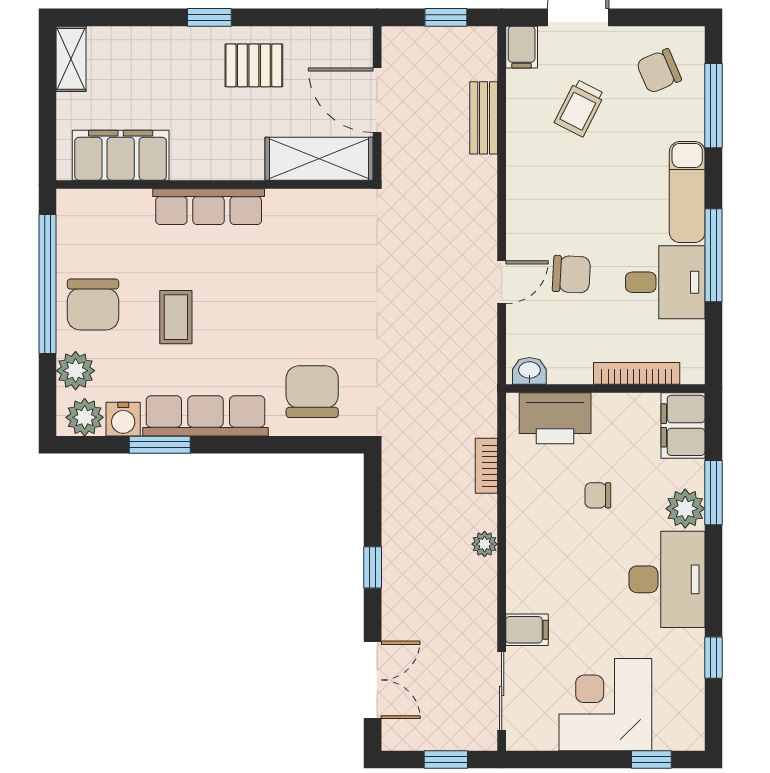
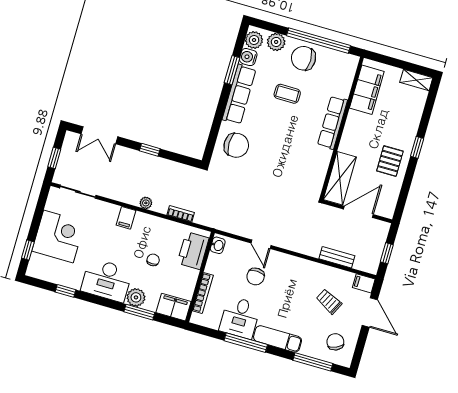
filing cabinet: (527, 630) -> (126, 218), moved

